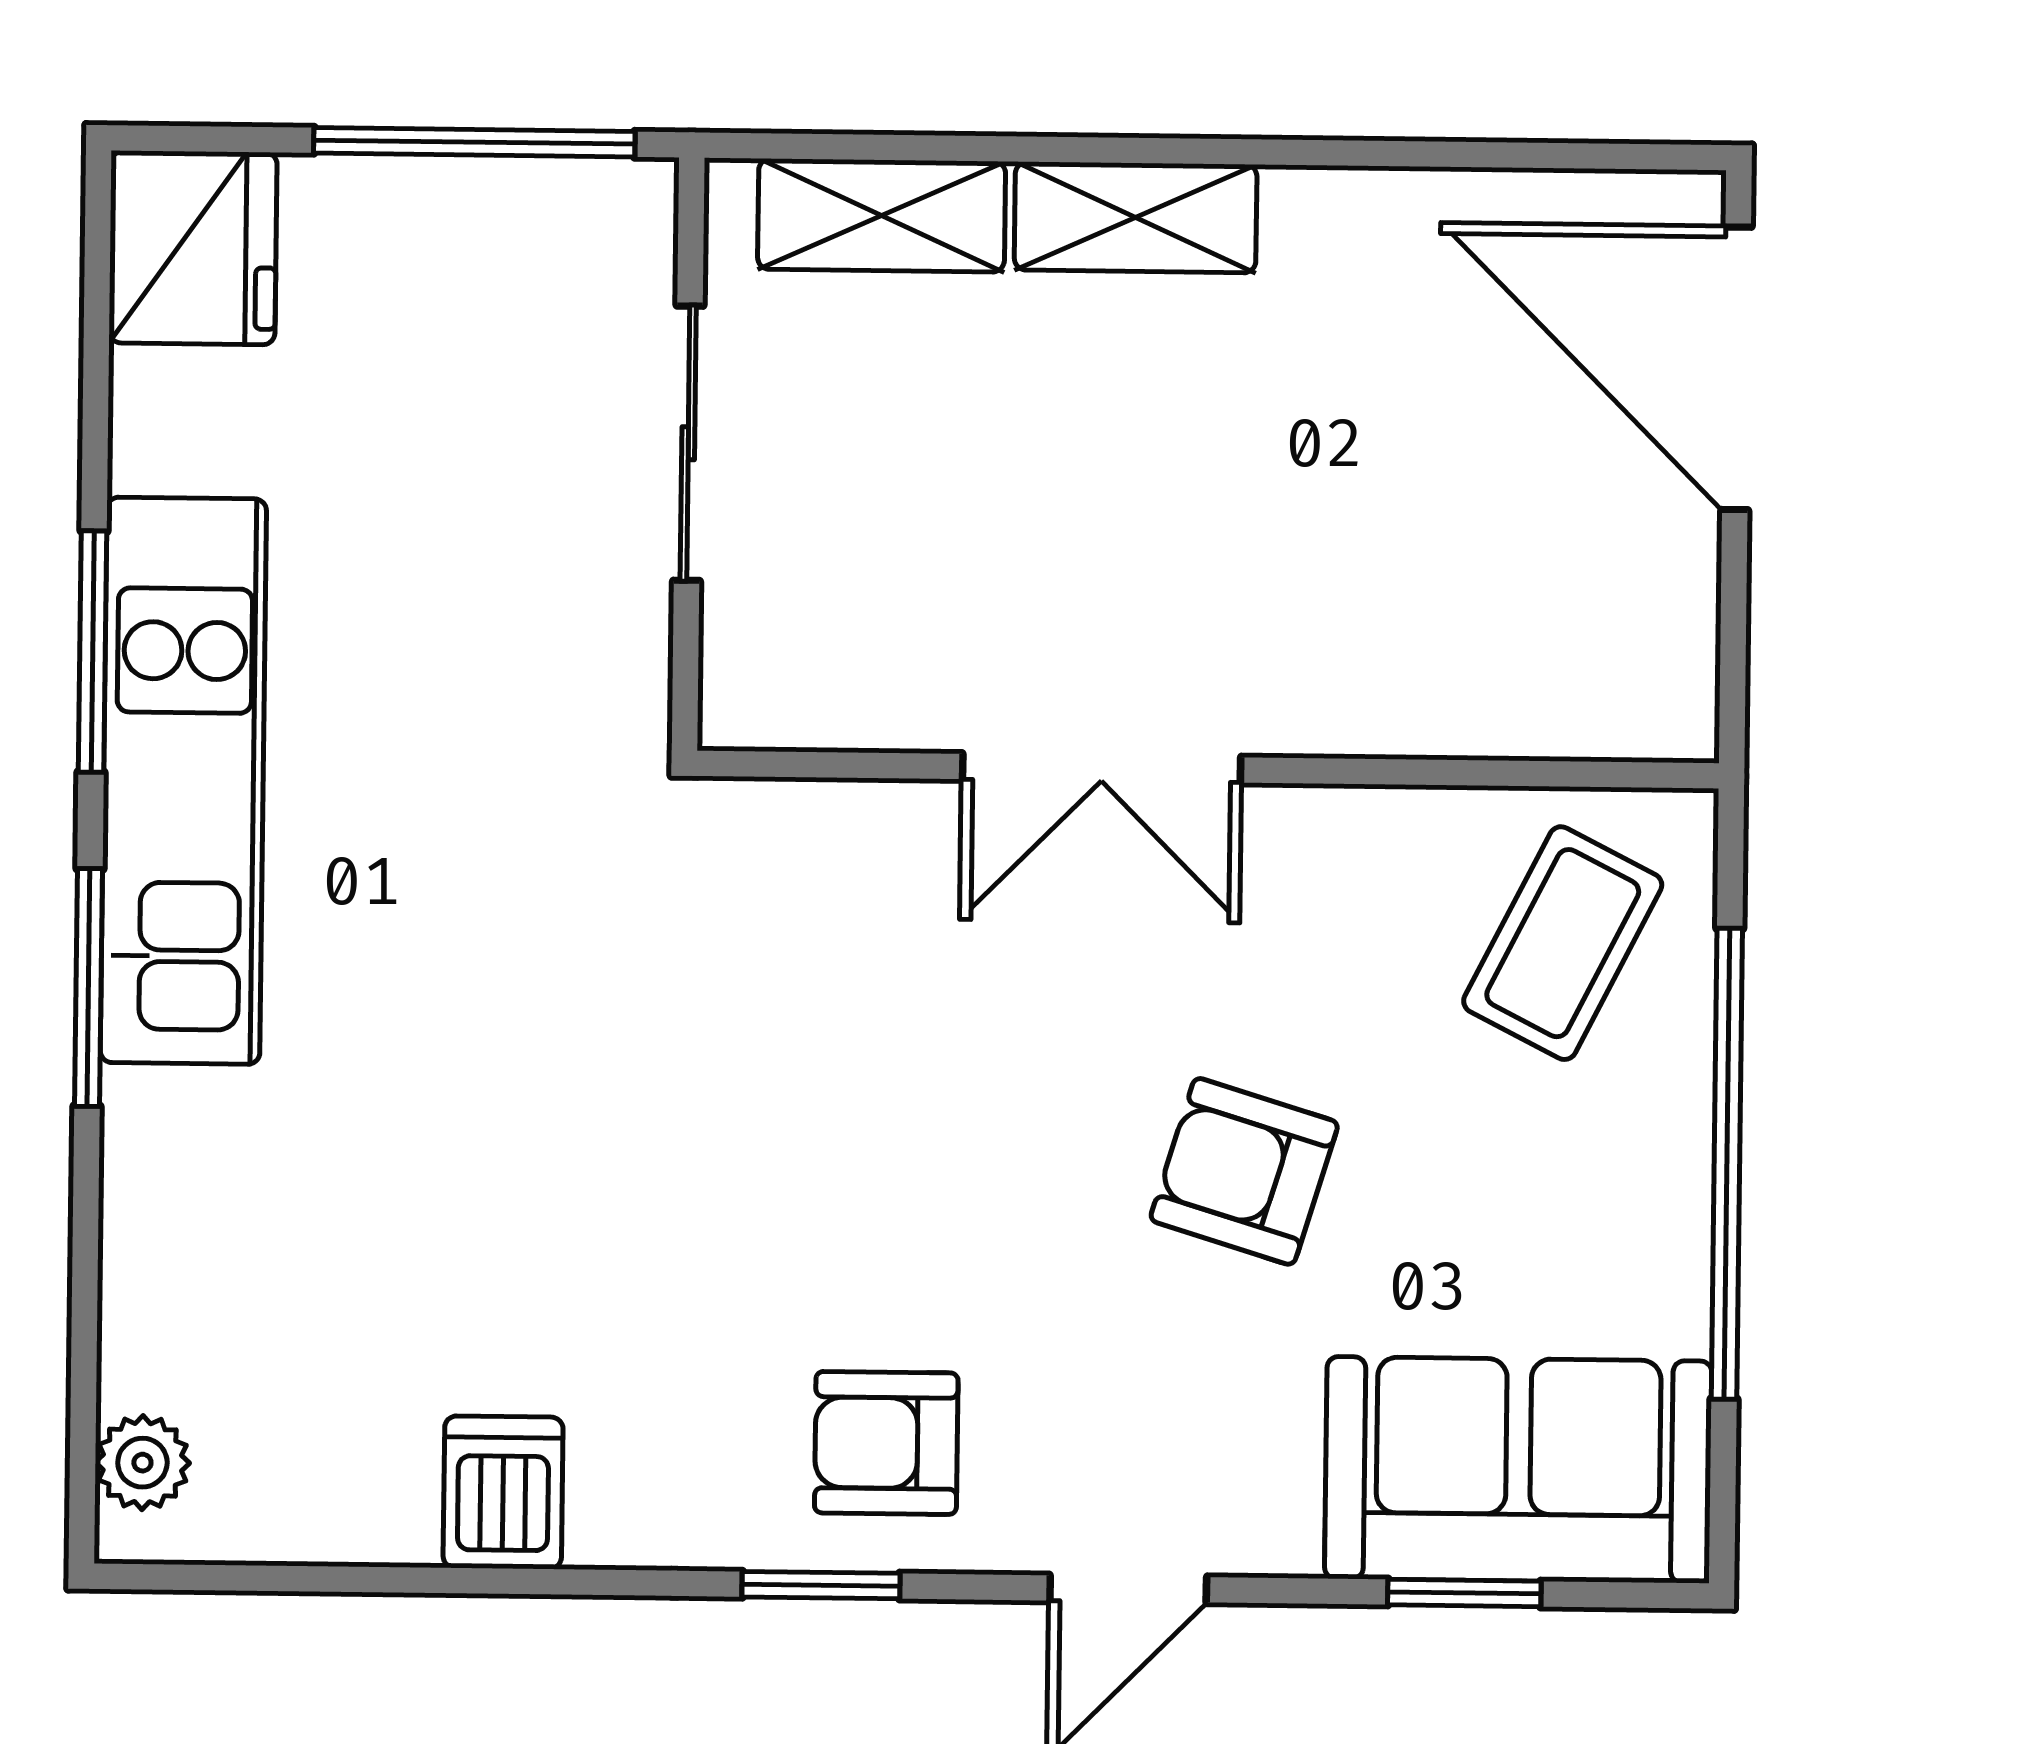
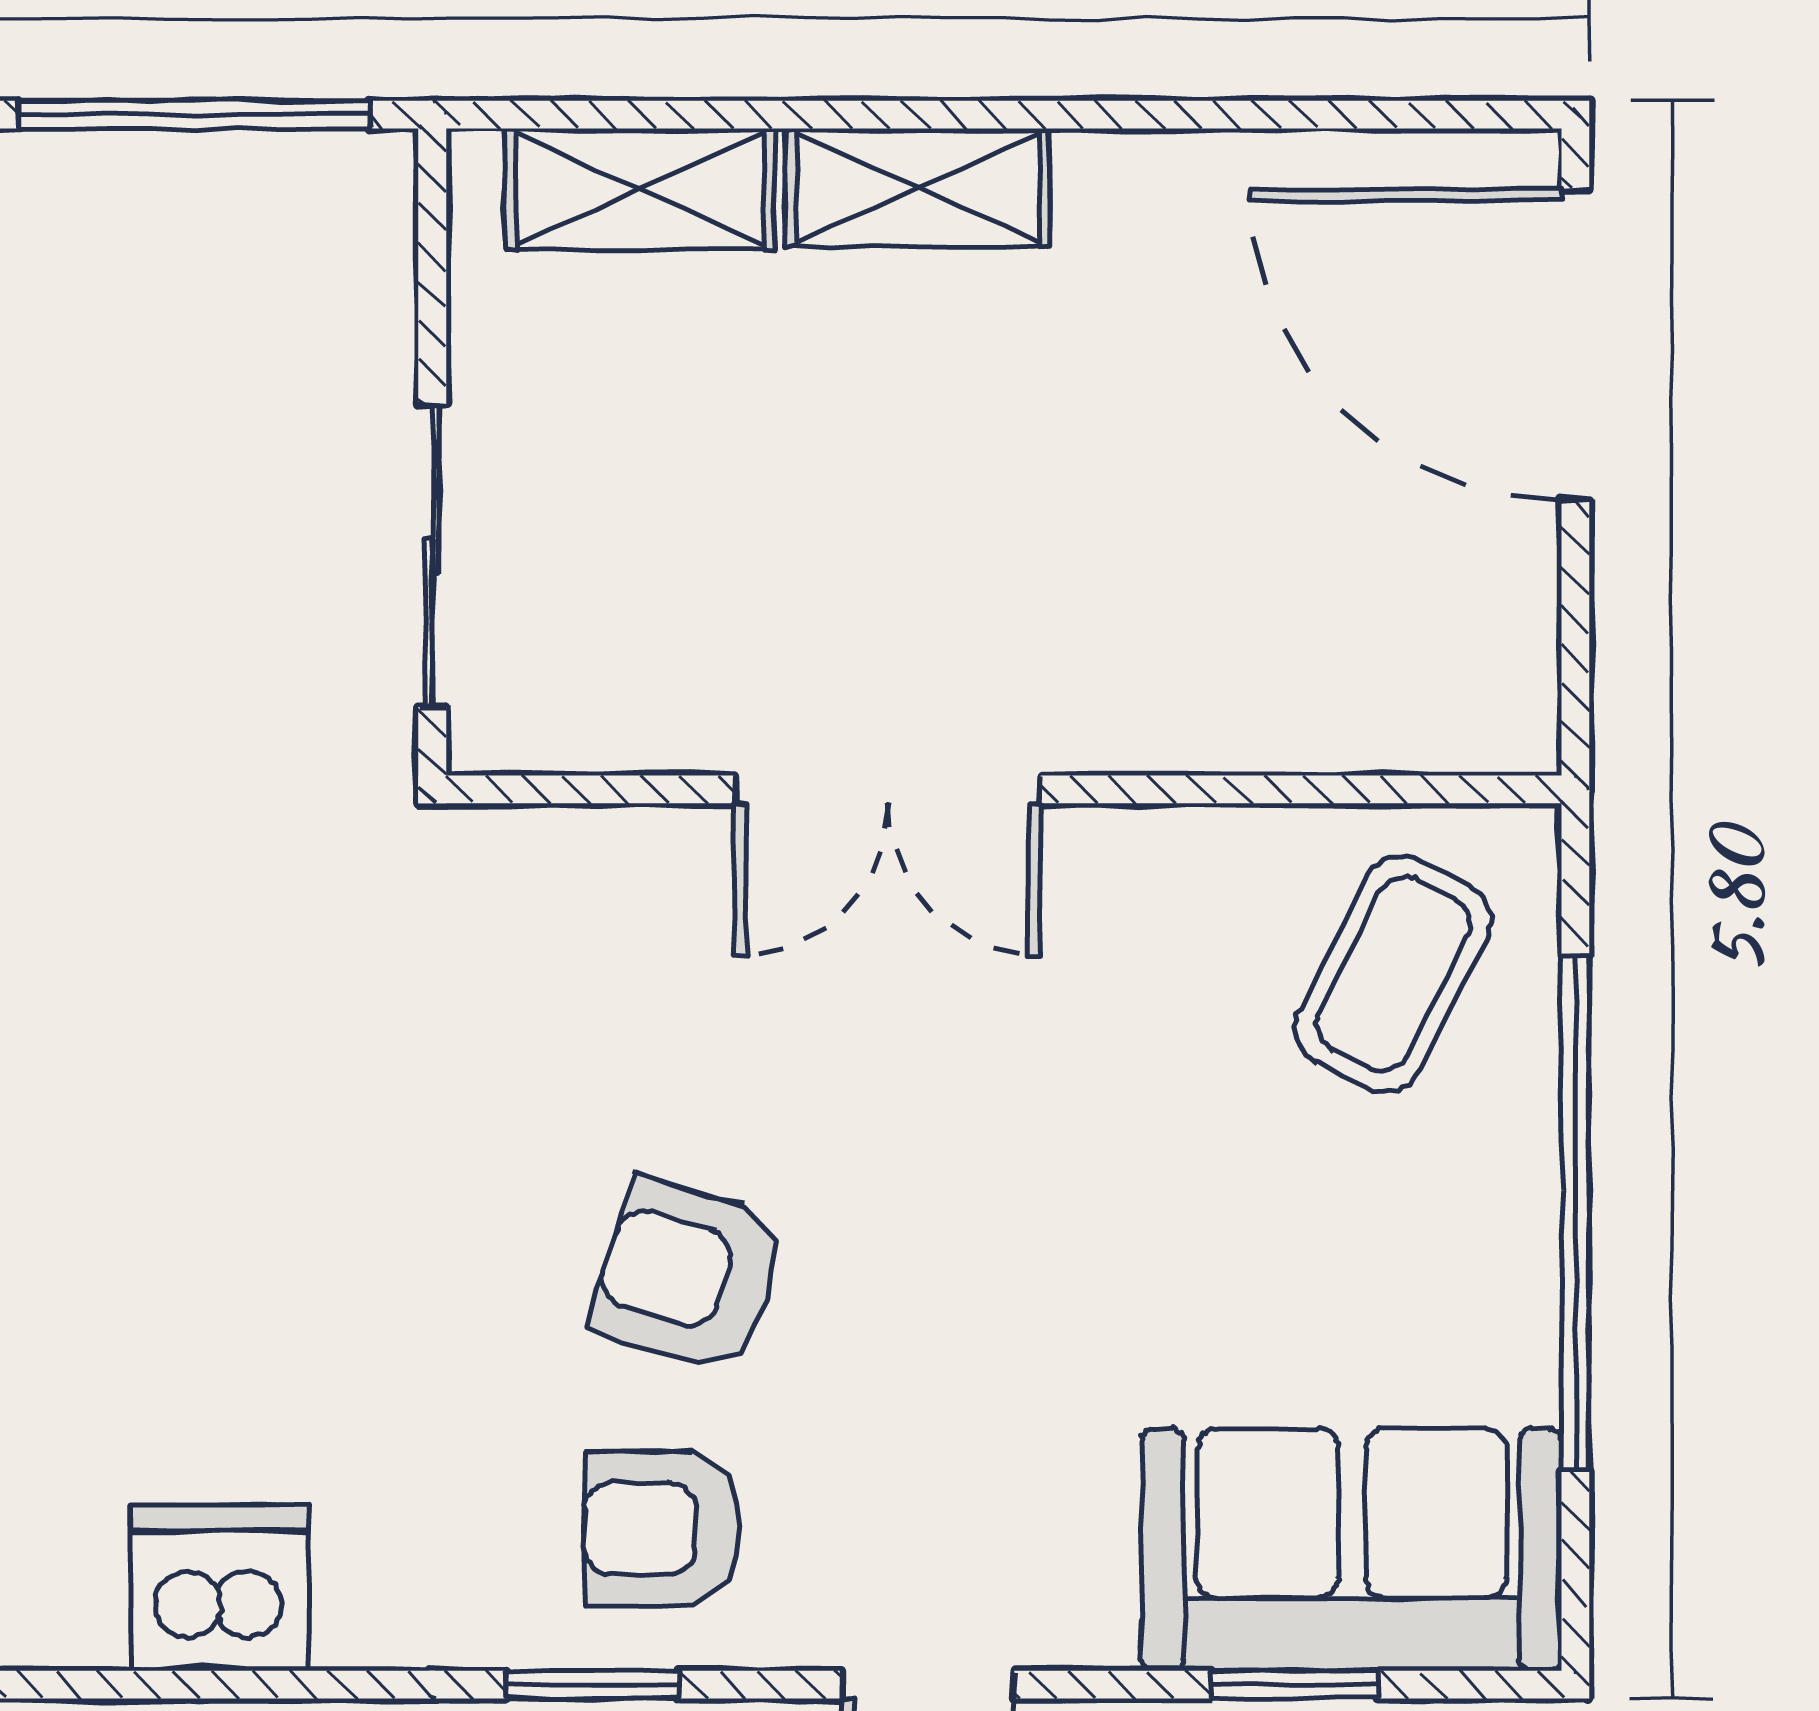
sliding door: (688, 443) -> (432, 556), moved
armchair: (1244, 1171) -> (689, 1275), moved
dishwasher: (503, 1492) -> (220, 1588), width x1.38

